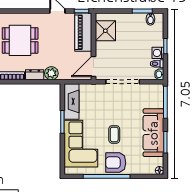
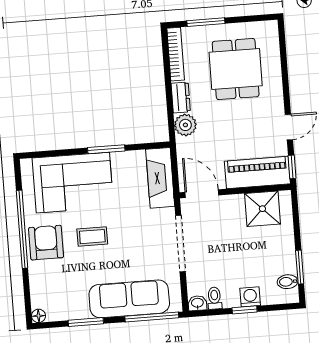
washing machine: (158, 53) -> (250, 297), moved
fireplace: (72, 101) -> (160, 178), moved, turned 90
sofa: (153, 133) -> (129, 299), moved

